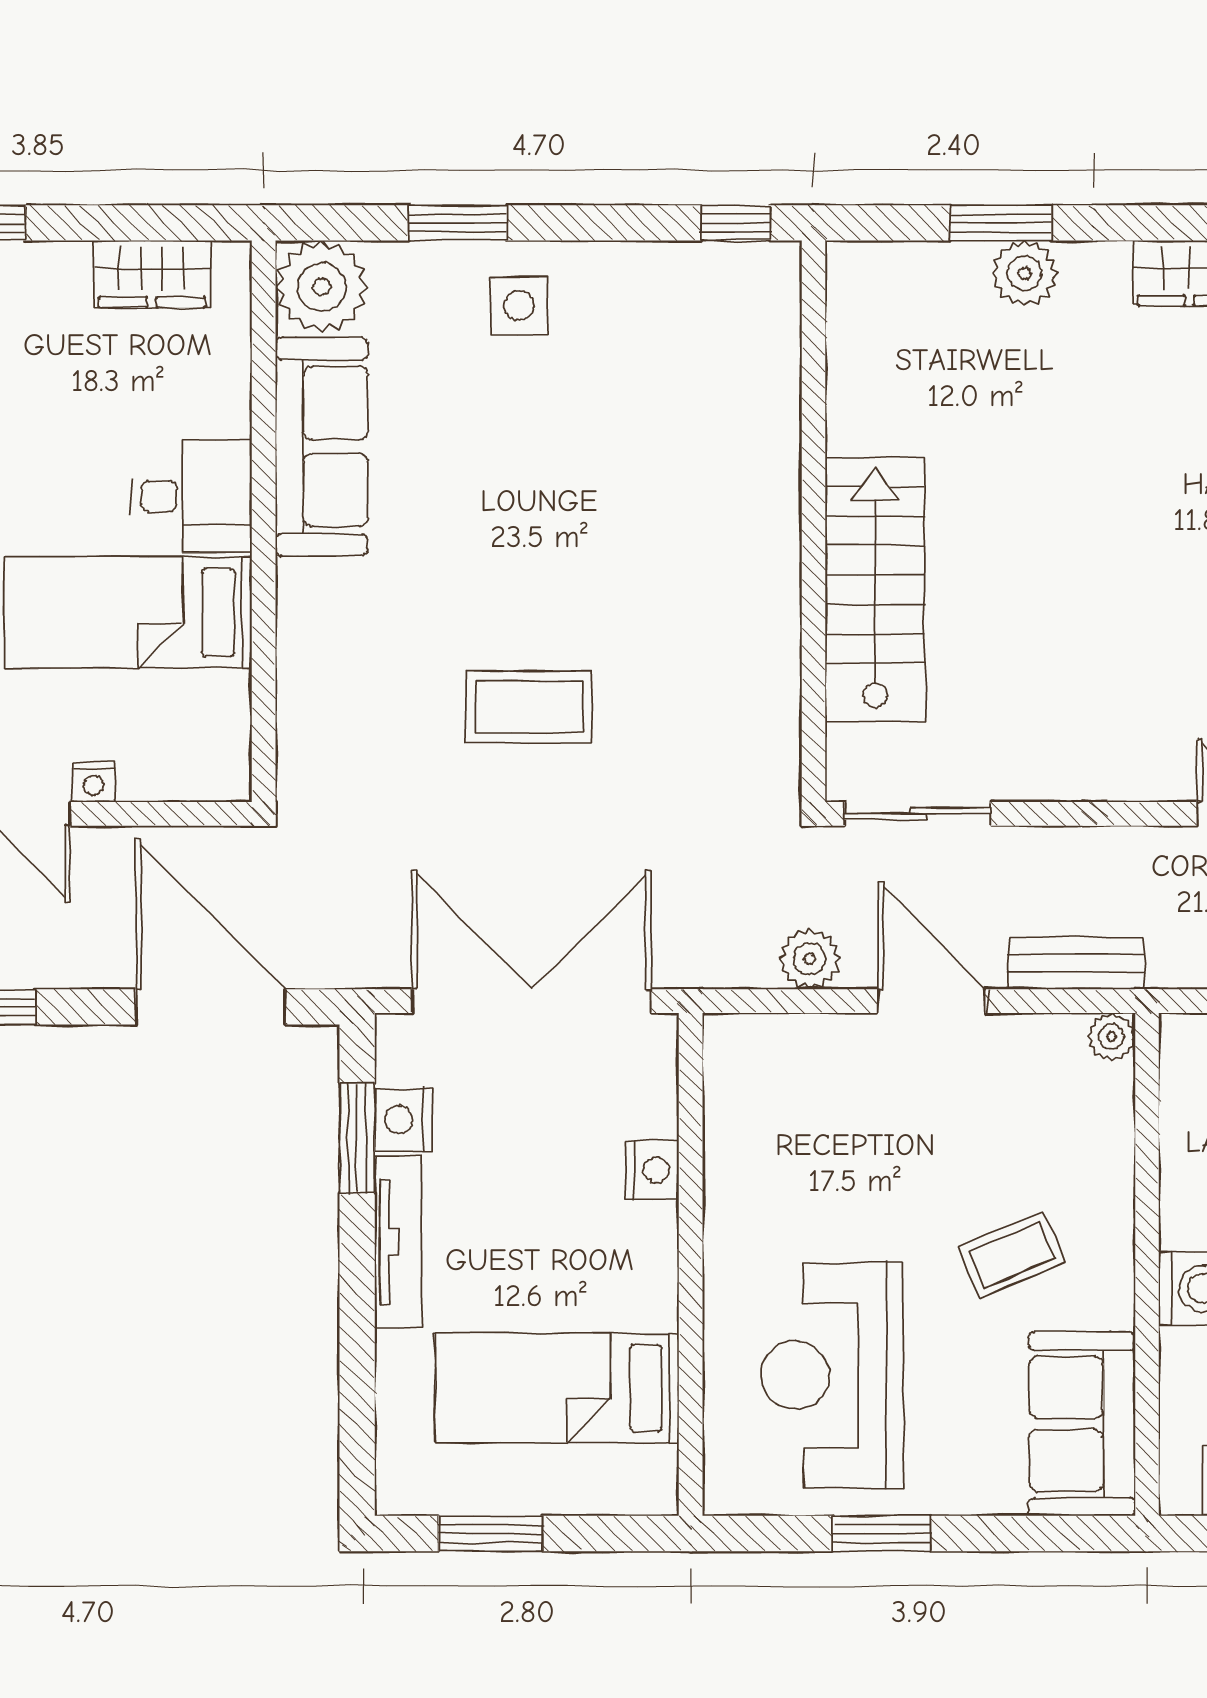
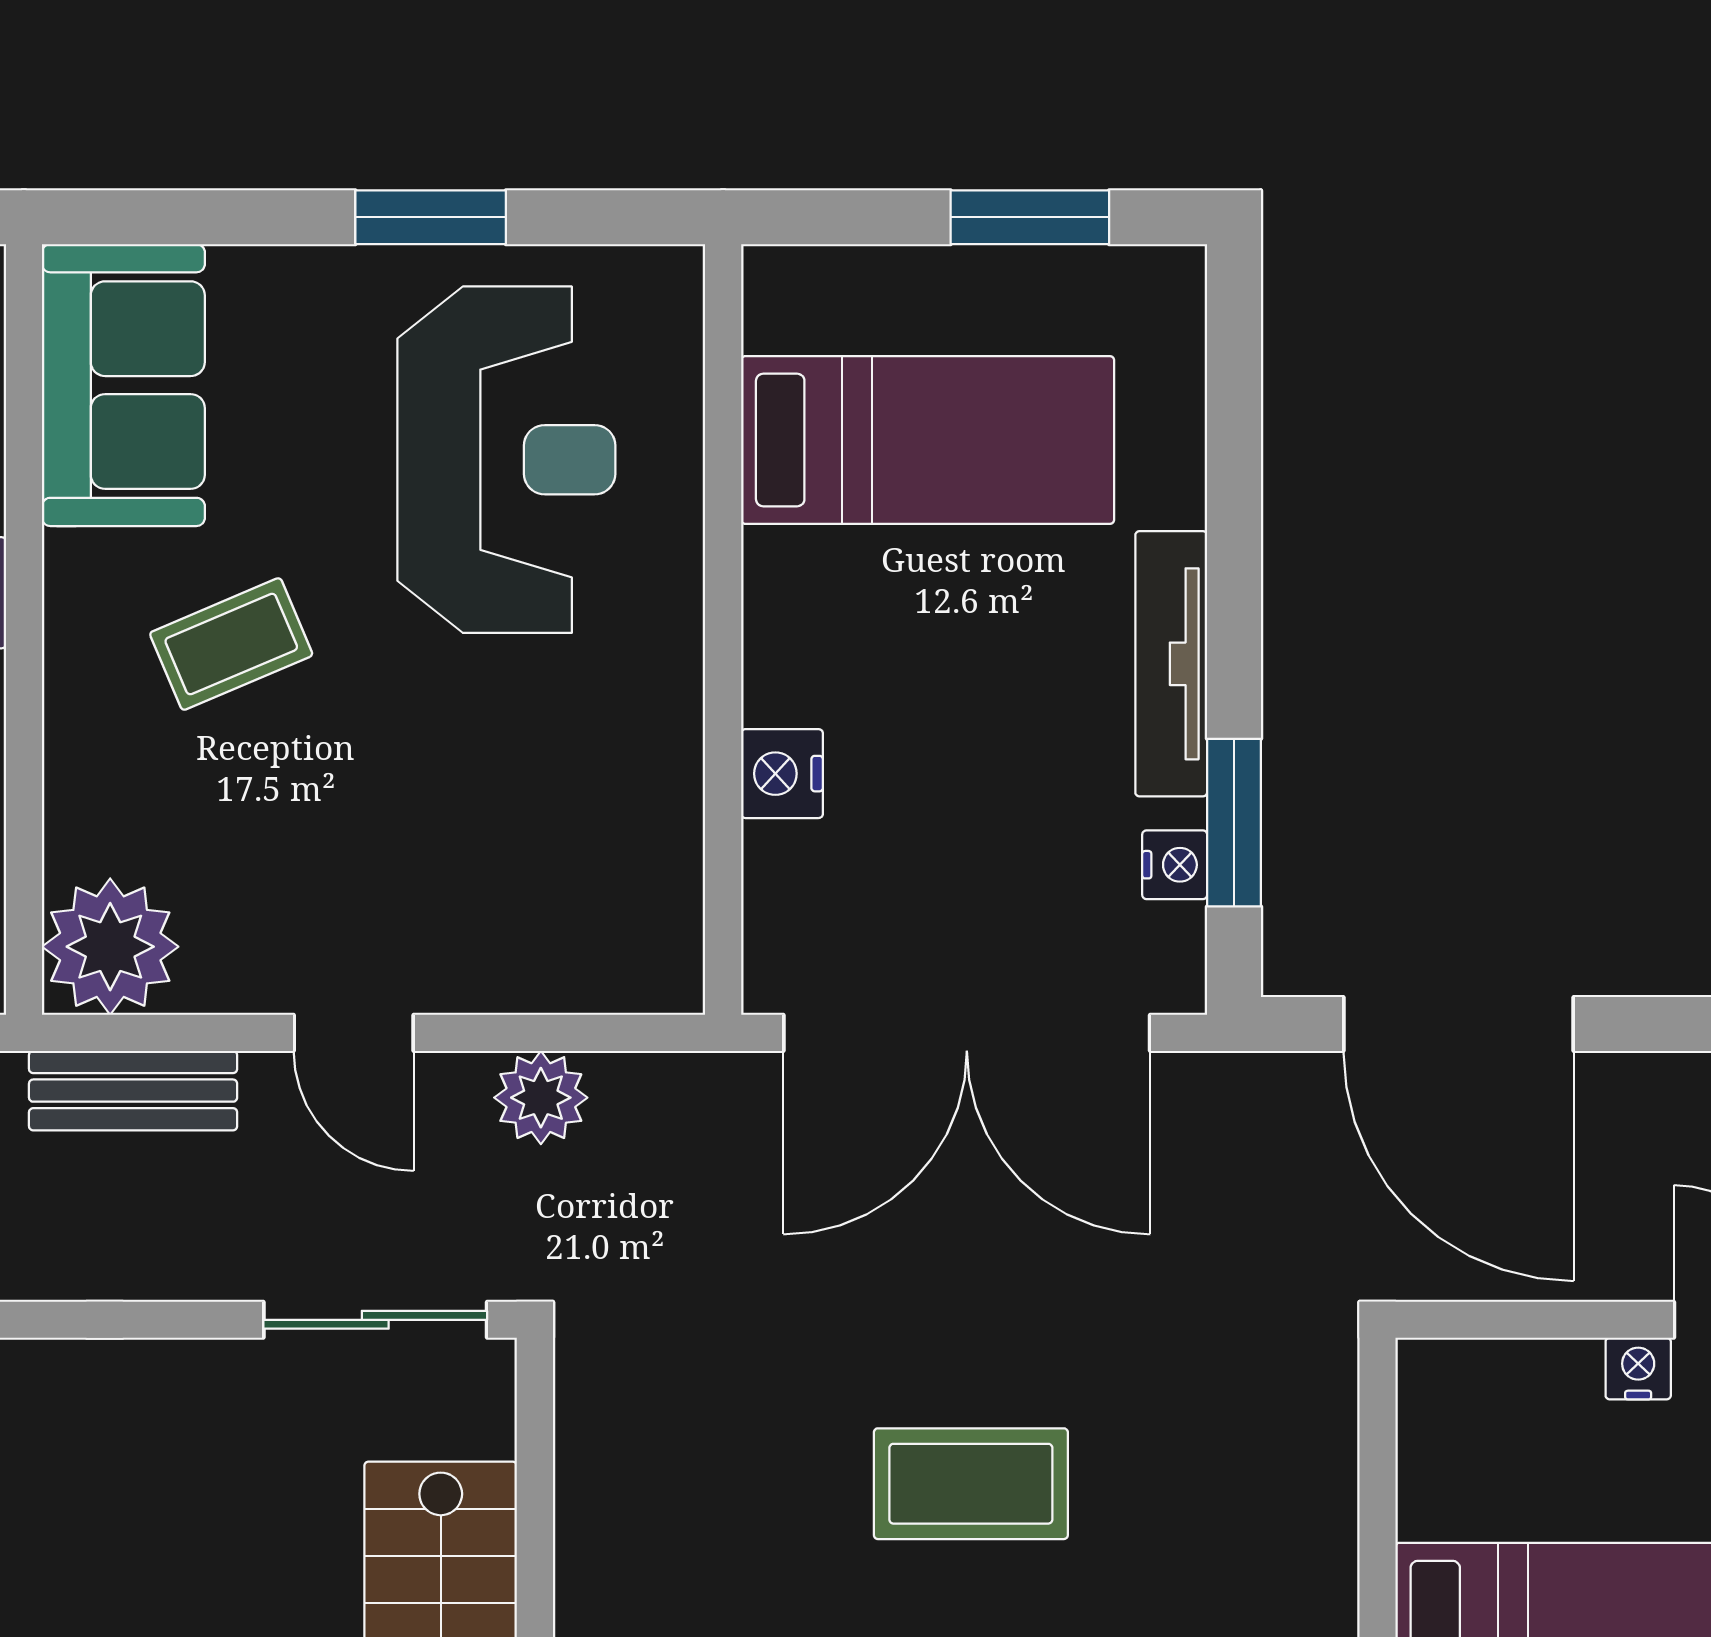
door: (932, 1001) -> (354, 1033), width x0.73
plant: (1112, 1037) -> (110, 947), width x1.87, depth x1.87
nightstand: (403, 1120) -> (1175, 865), width x0.72, depth x0.74

